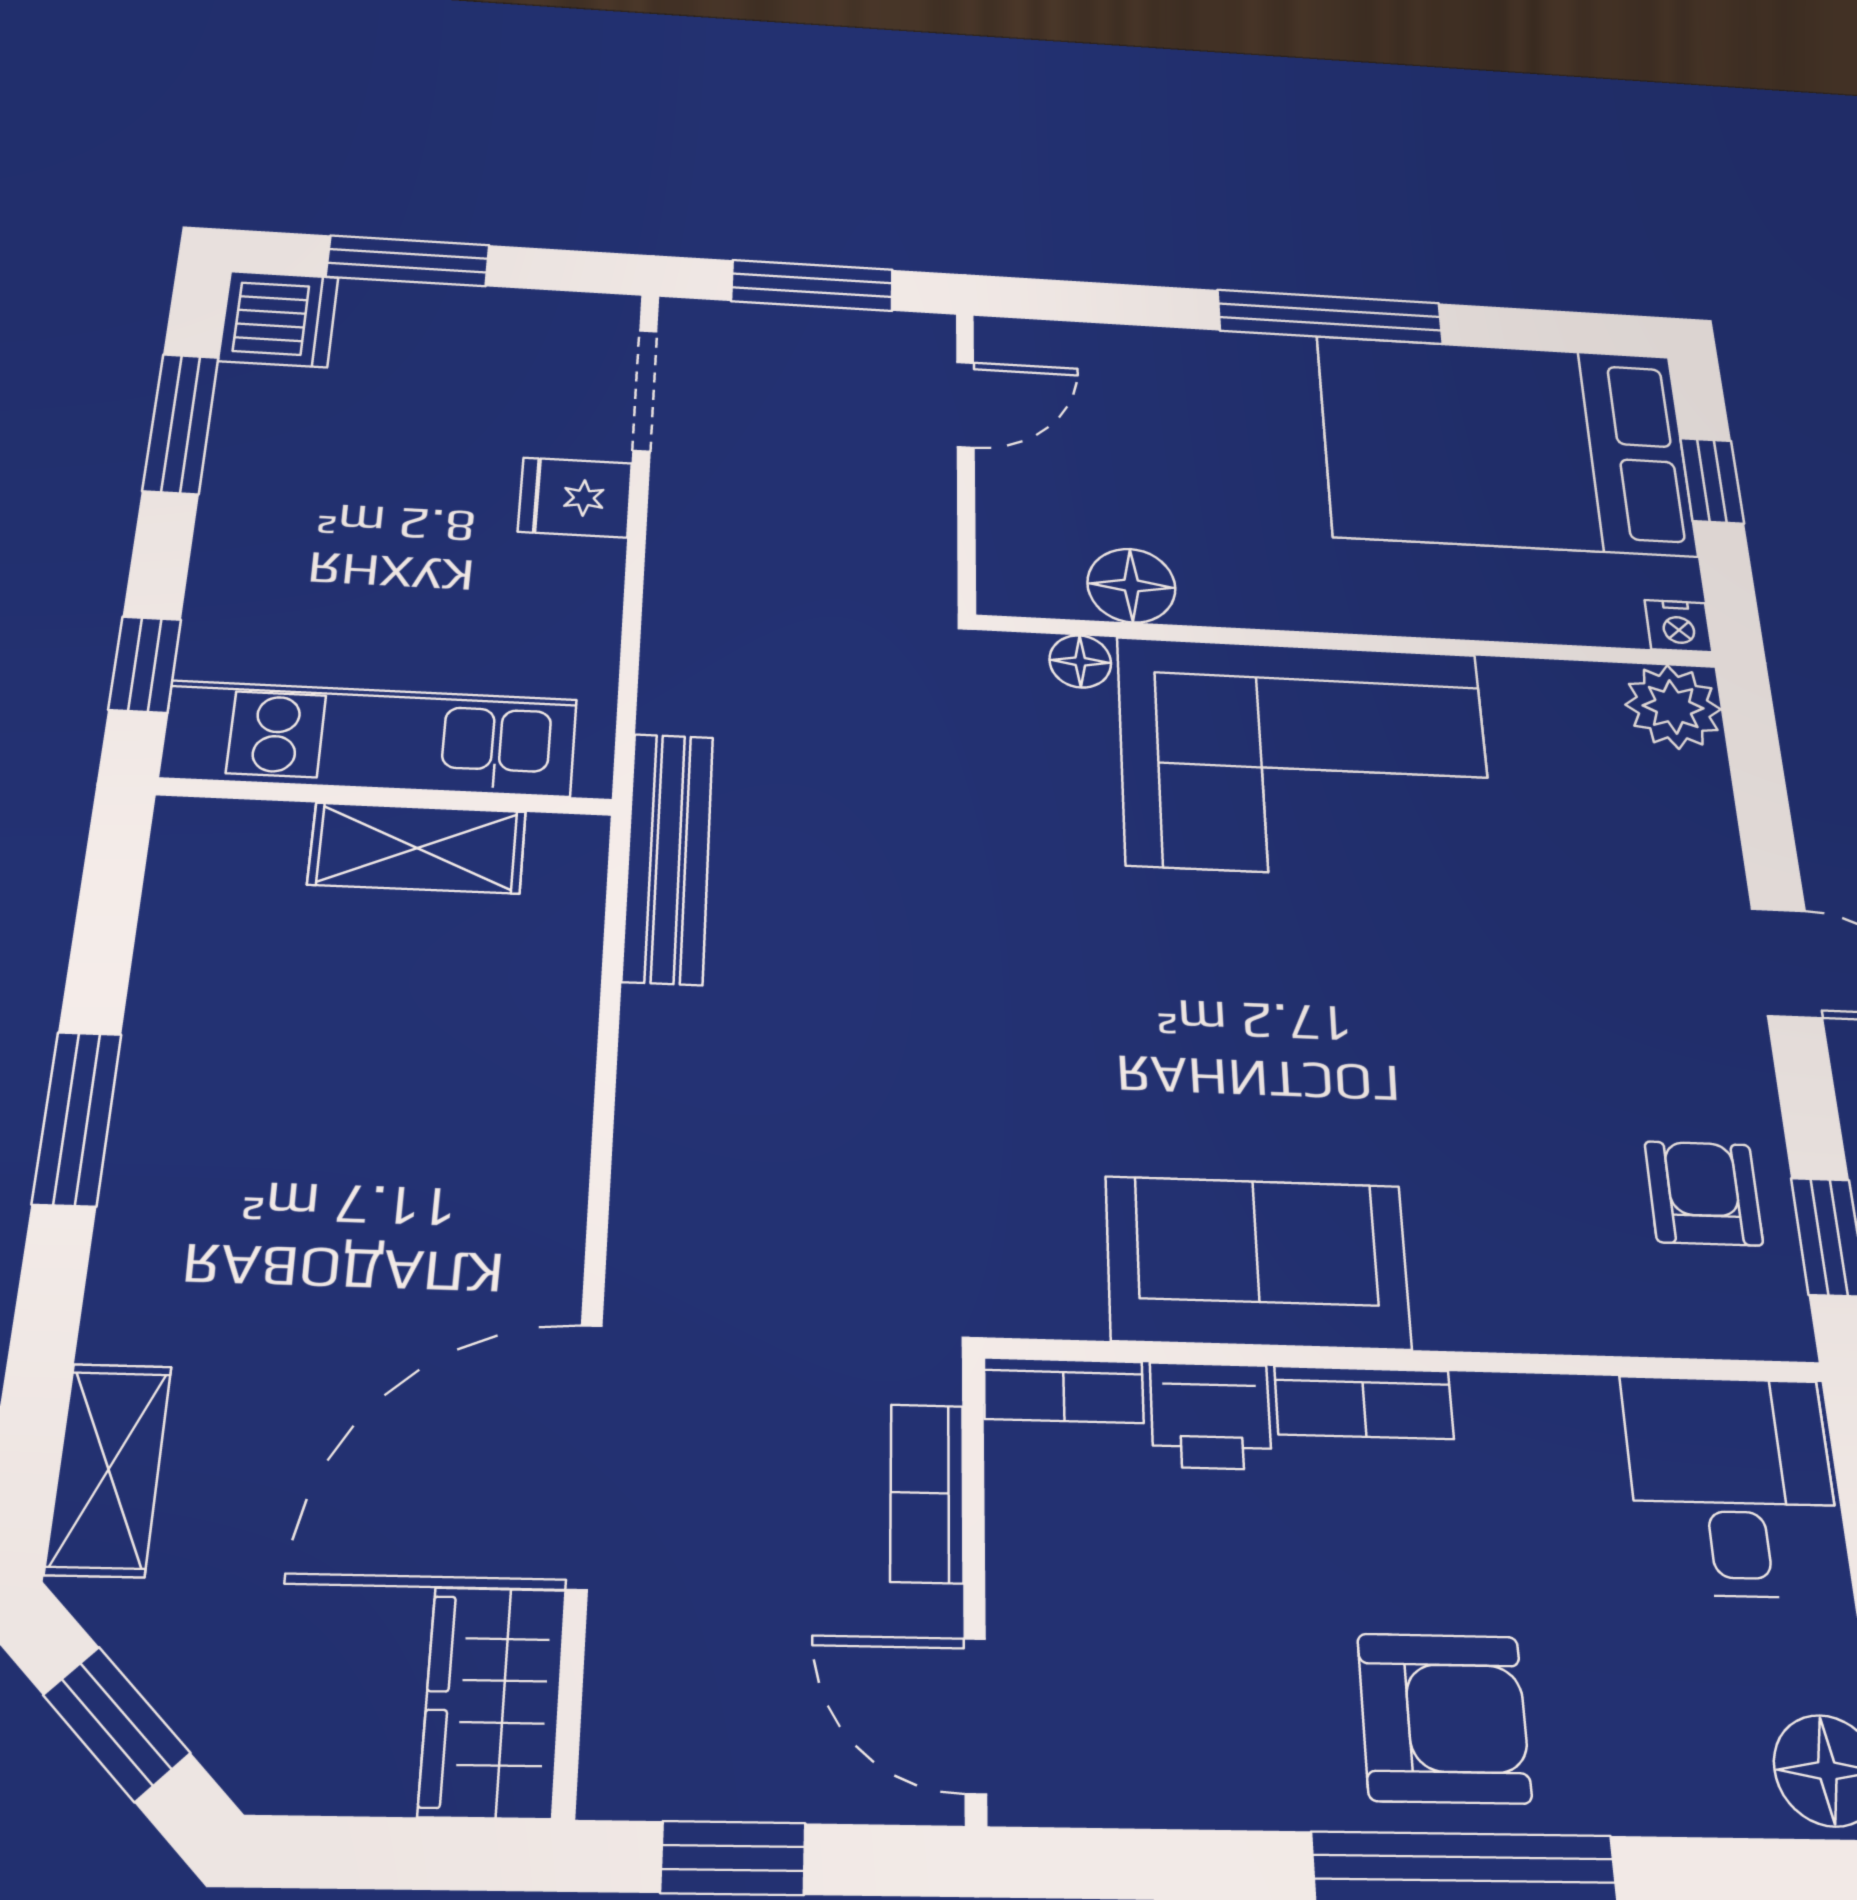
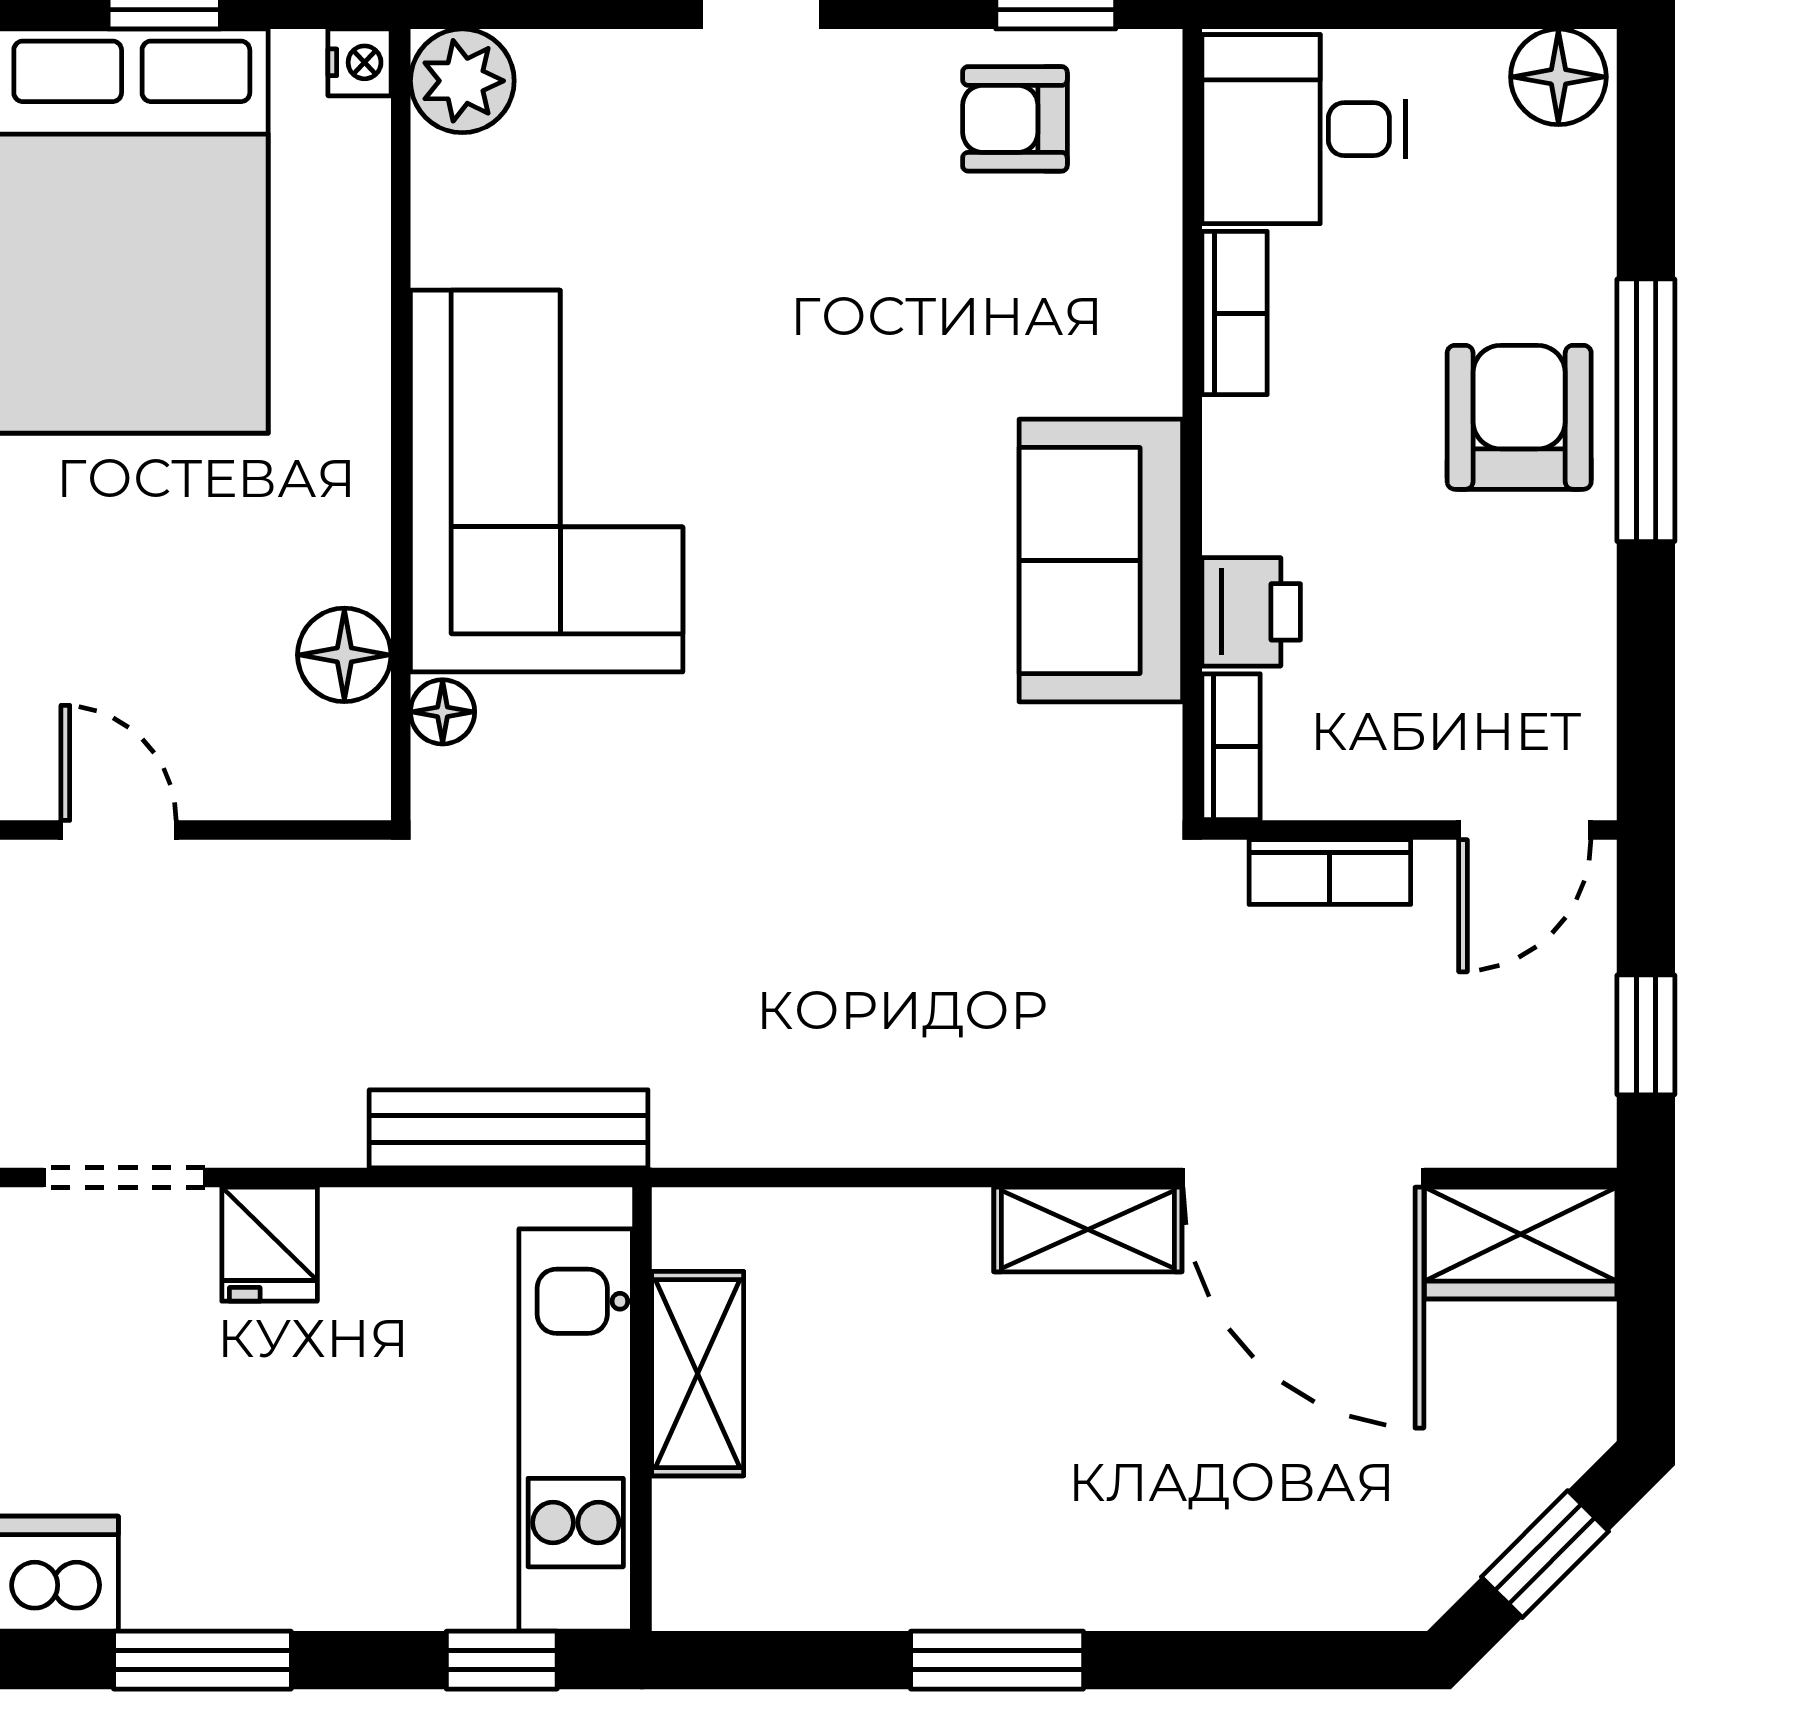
bench: (668, 857) -> (509, 1129), moved
bookcase: (1364, 1403) -> (1235, 313), moved
shelving: (109, 1469) -> (1088, 1230), moved

